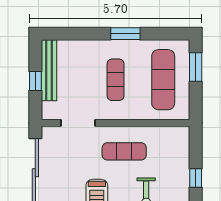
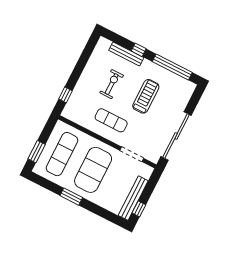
exercise mat: (116, 80) -> (93, 170), width x2.00, depth x1.45
window: (35, 81) -> (139, 209), moved
window: (196, 178) -> (66, 95), moved

